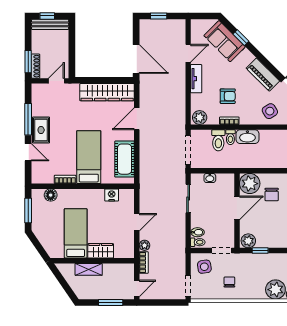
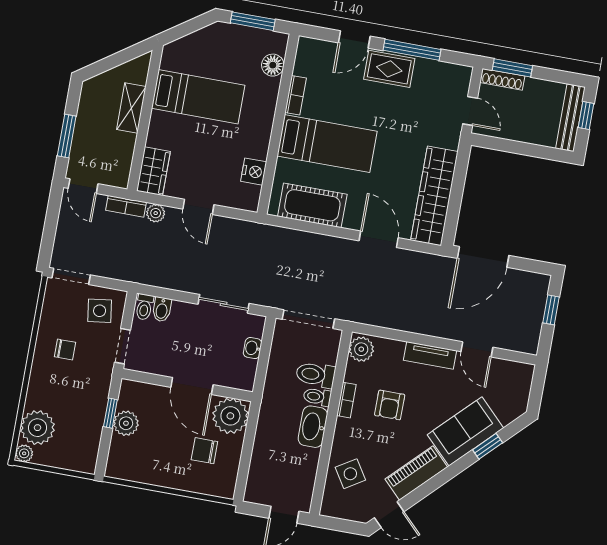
sofa: (225, 41) -> (465, 431), moved
plant: (248, 241) -> (126, 423), moved
wardrobe: (101, 251) -> (153, 171), moved

